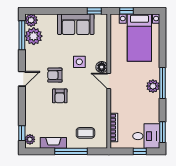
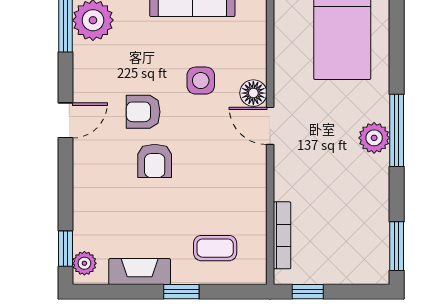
desk: (146, 136) -> (358, 256), removed
window: (71, 151) -> (181, 292), width x0.46
window: (140, 151) -> (308, 292), moved

